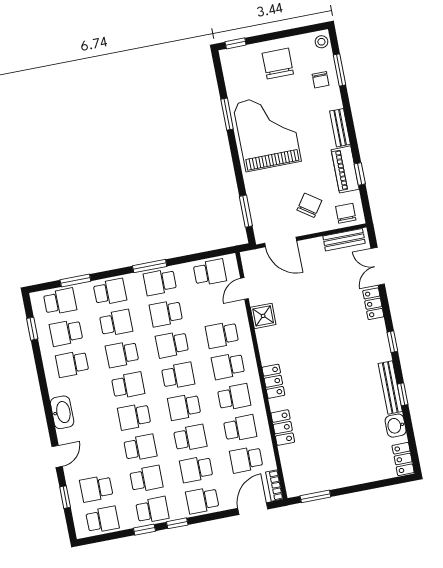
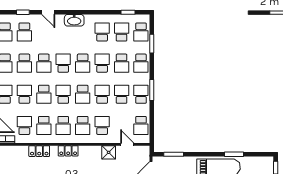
school desk: (228, 366) -> (83, 125), turned 180
school desk: (96, 489) -> (24, 32), turned 180

